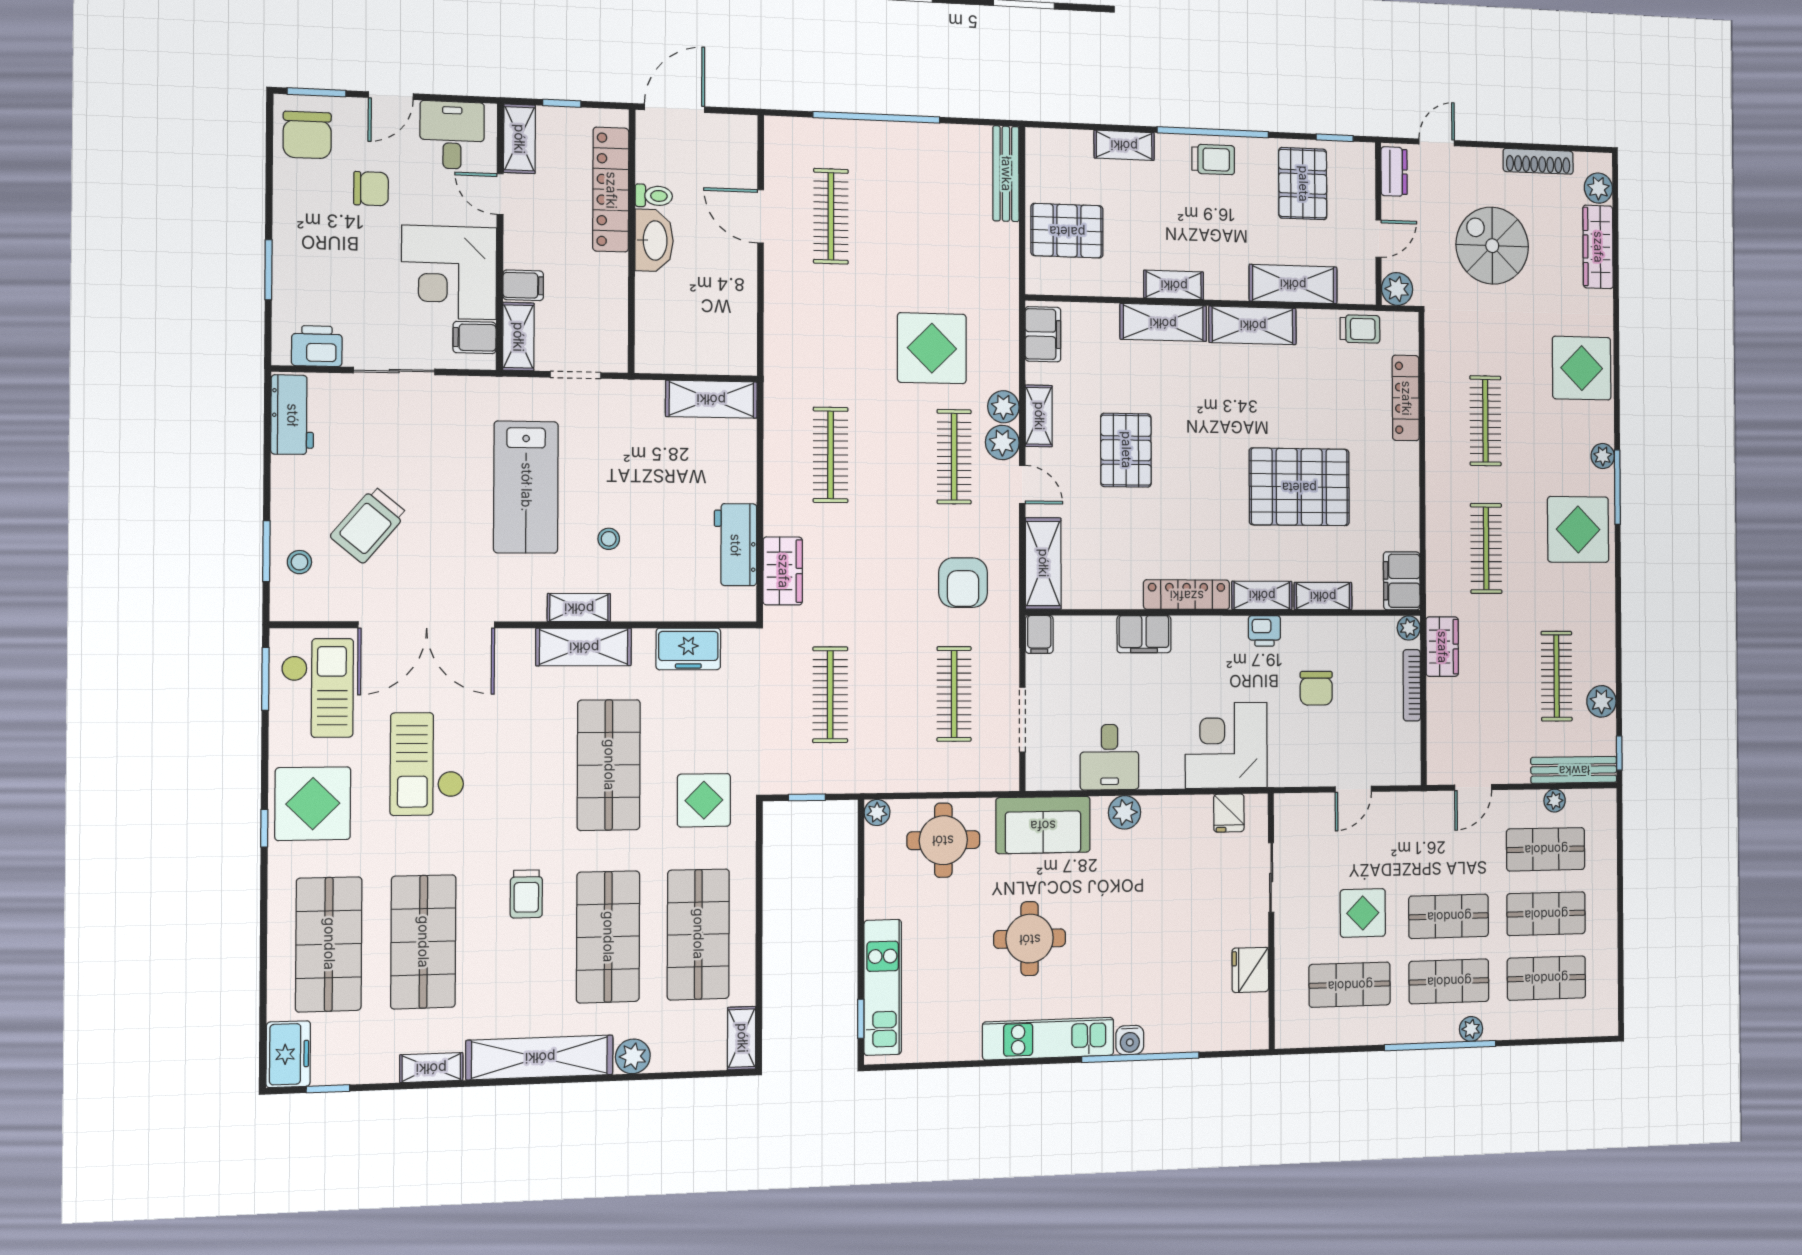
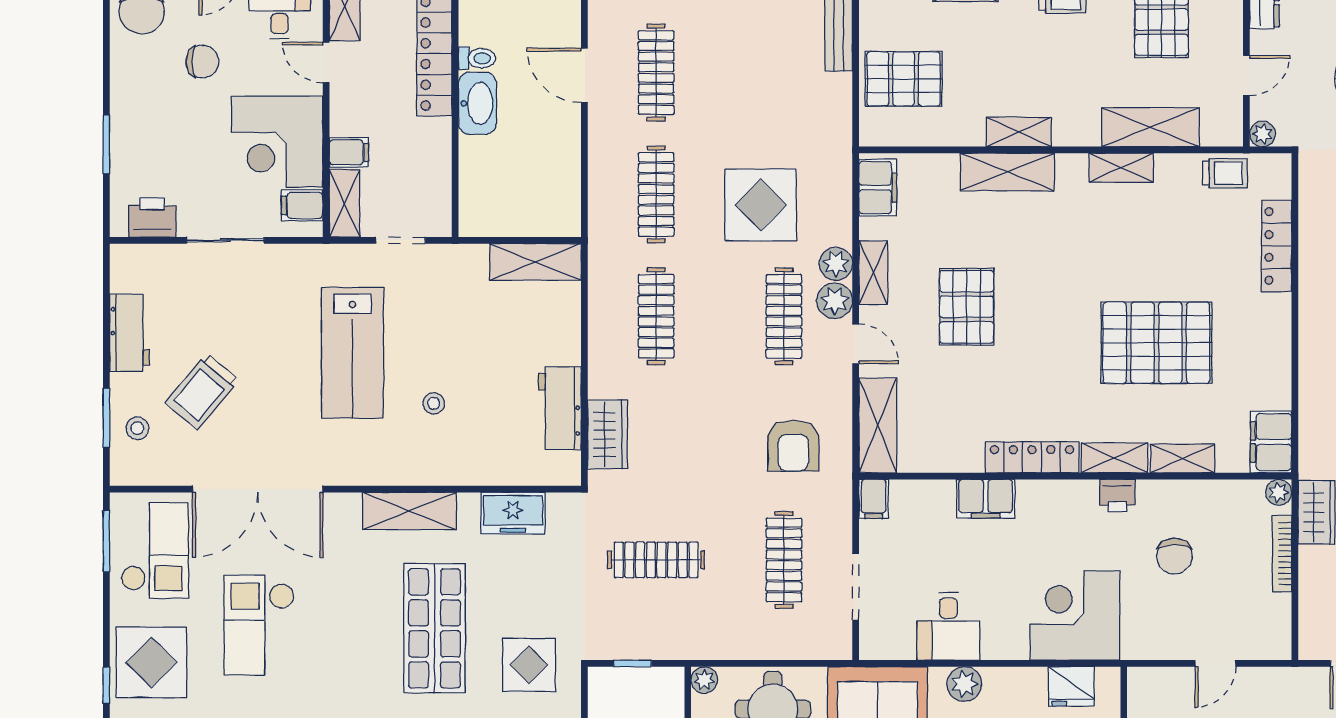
plant: (1397, 289) -> (1263, 134), width x0.73, depth x0.73
shelving: (1253, 325) -> (1121, 168), width x0.67, depth x0.75
clothes rail: (831, 335) -> (656, 194), added
workbench: (292, 415) -> (130, 333), moved
shelving: (579, 608) -> (405, 472), removed
clothes rail: (830, 695) -> (656, 560), turned 90
fridge: (1229, 813) -> (1071, 686), width x1.38

